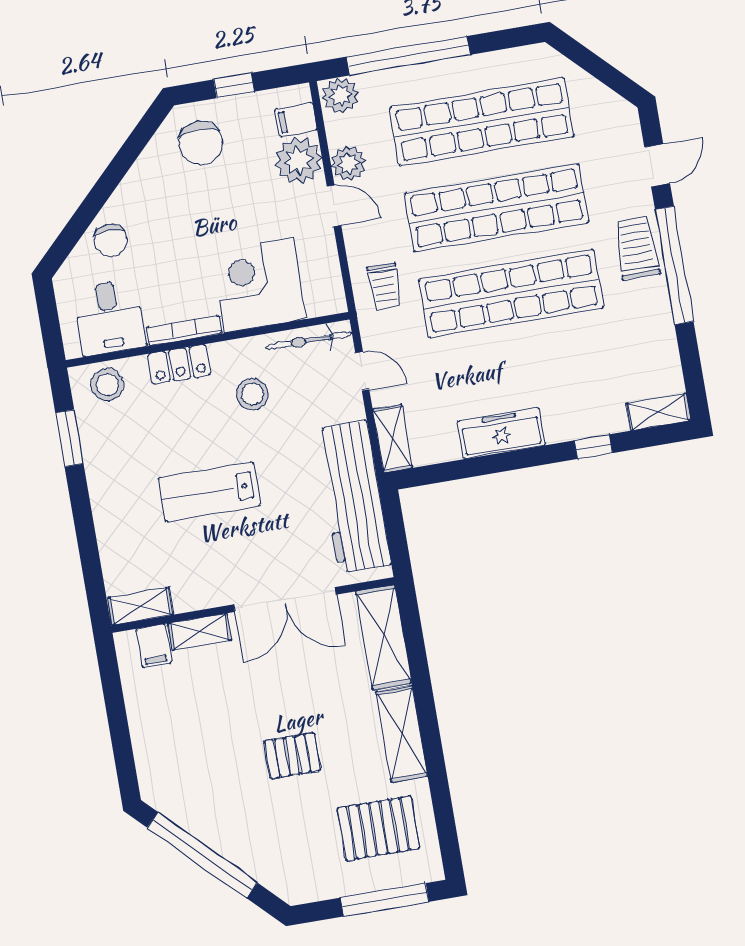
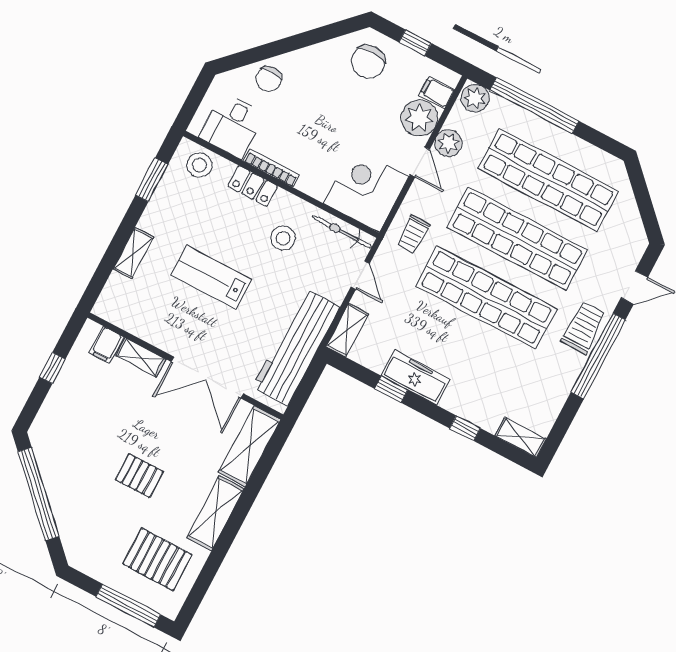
corner desk: (259, 285) -> (366, 190), moved
window: (486, 465) -> (391, 389), added
shelving: (140, 606) -> (133, 253), moved, turned 90
window: (116, 713) -> (52, 368), added

